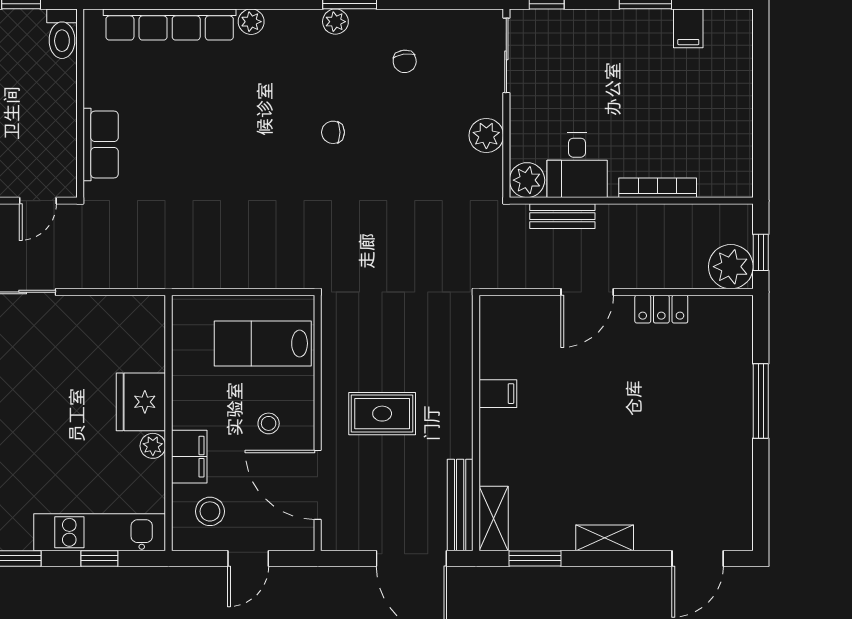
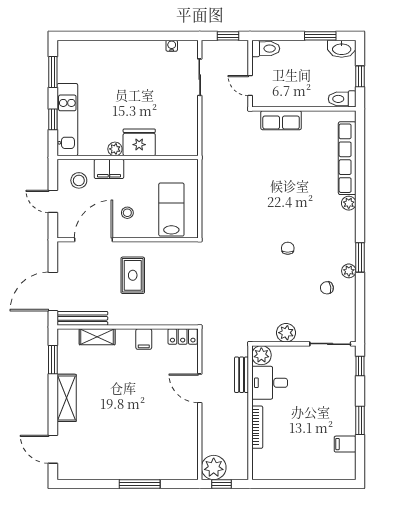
plant: (335, 22) -> (349, 271), moved
locker: (661, 309) -> (183, 337), moved, turned -90
shelving: (494, 519) -> (97, 337), moved
shelving: (605, 538) -> (67, 398), width x1.50, depth x1.33

